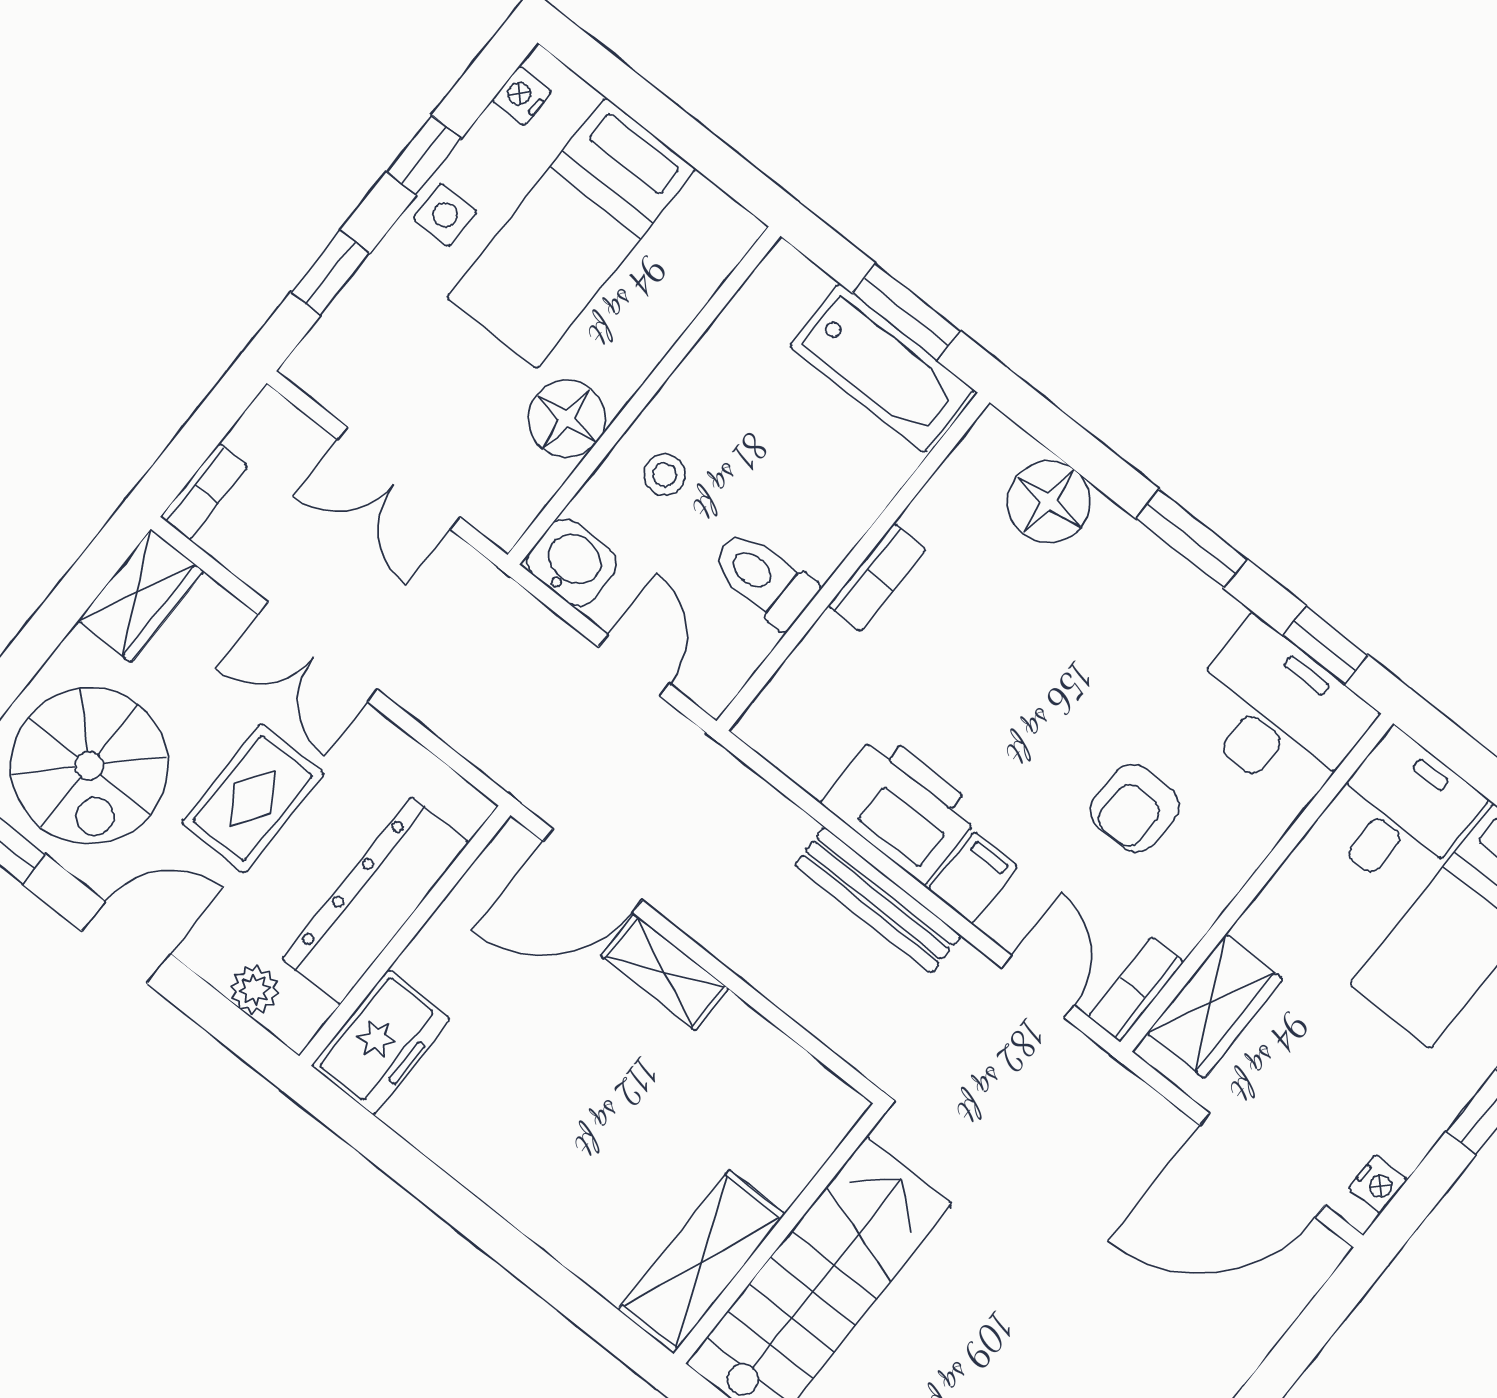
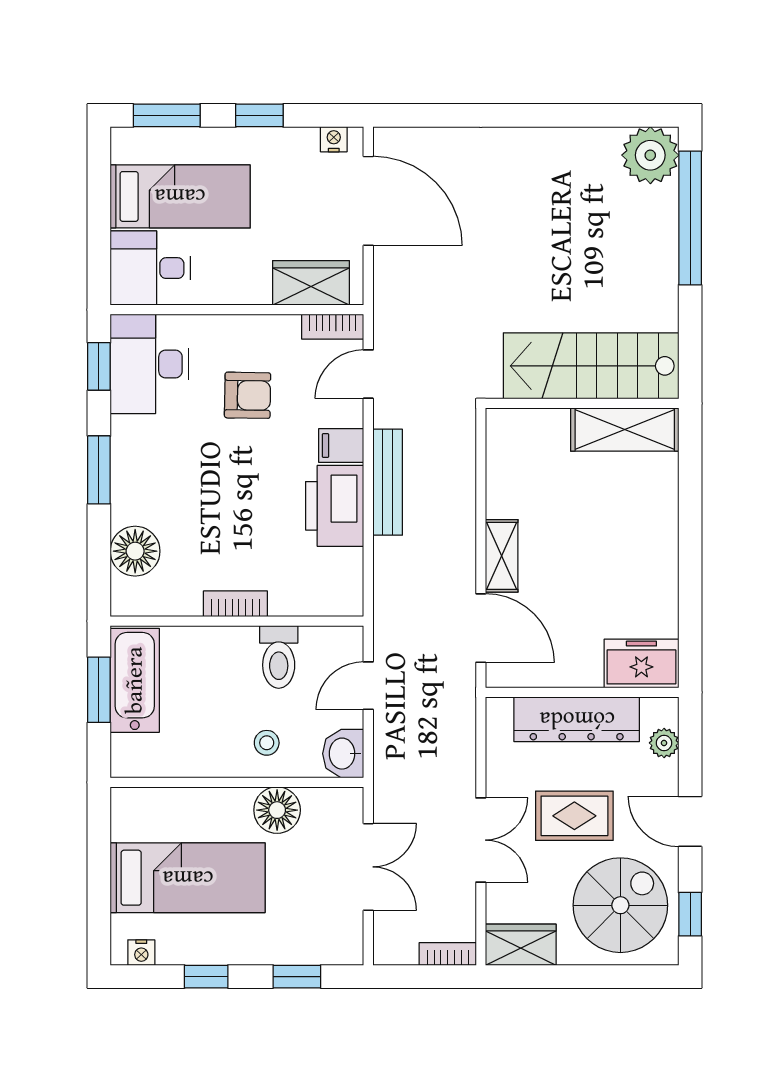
side table: (445, 215) -> (226, 944), removed

